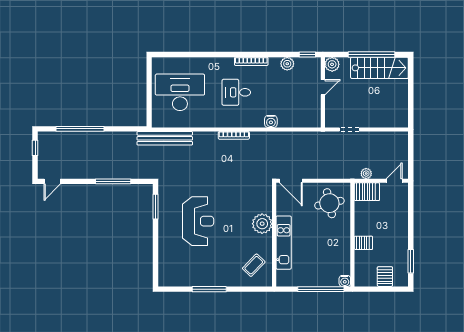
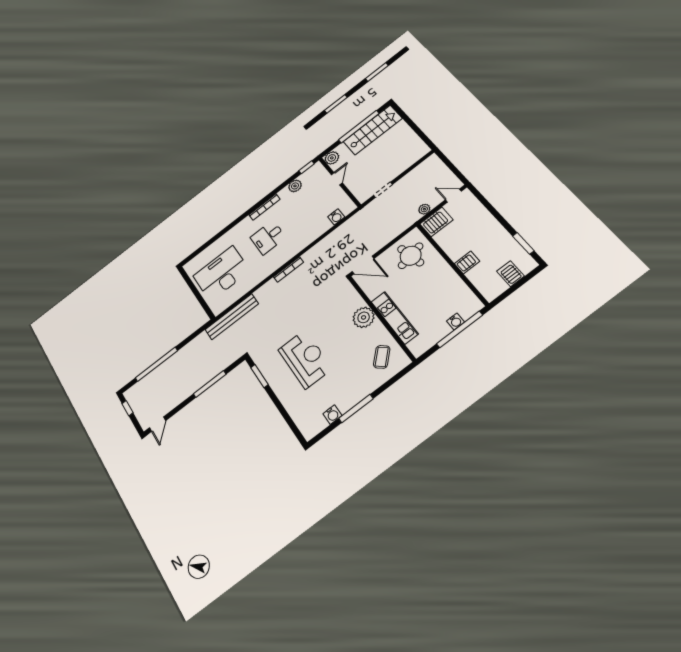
water cooler: (271, 121) -> (336, 217), moved
door: (394, 181) -> (453, 196), hinge flipped
water cooler: (190, 280) -> (332, 415), added
water cooler: (345, 281) -> (455, 321), moved

